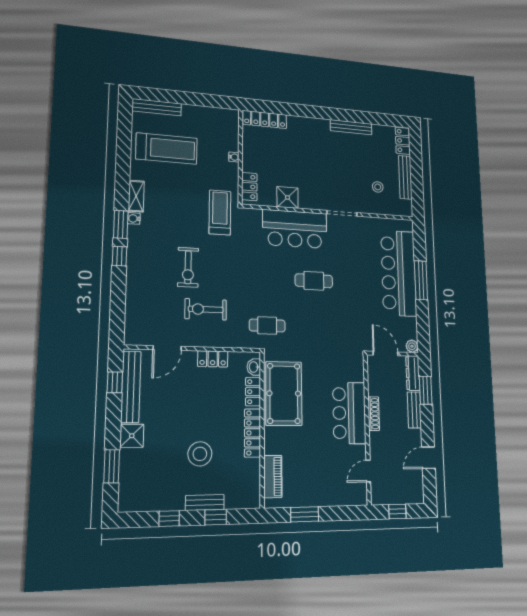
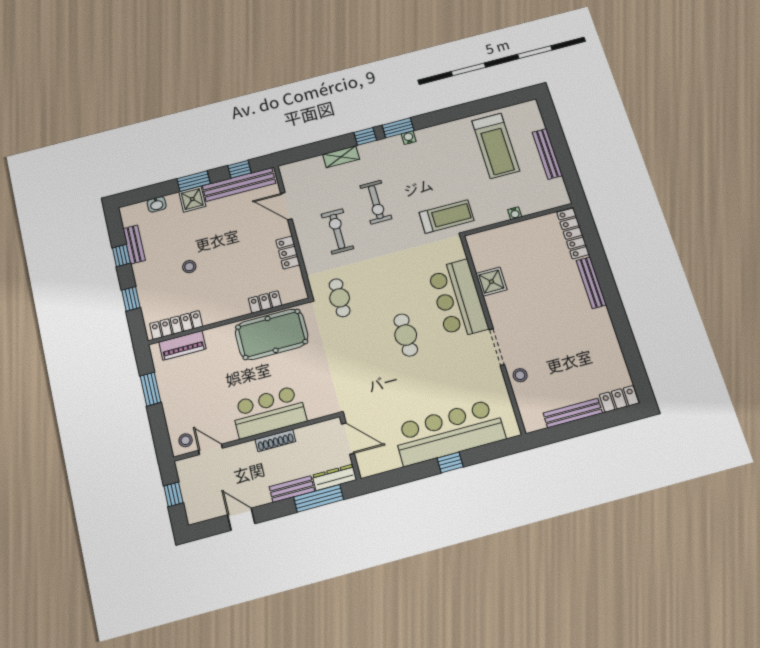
bench: (157, 107) -> (547, 154), moved
bench: (351, 127) -> (591, 283), moved
locker: (249, 187) -> (487, 238), removed
stool: (378, 187) -> (520, 375), moved
shelving: (136, 196) -> (341, 157), moved
exercise bike: (188, 267) -> (376, 202), turned -90
window: (421, 280) -> (450, 463), width x0.46
plant: (412, 346) -> (366, 469), removed
door: (386, 354) -> (348, 439), hinge flipped
washbasin: (254, 367) -> (157, 204), moved, turned 180
window: (426, 390) -> (319, 498), width x1.44
locker: (253, 433) -> (176, 325), moved
stool: (200, 454) -> (189, 267), width x0.53, depth x0.53
window: (112, 466) -> (194, 181), moved
stool: (356, 491) -> (186, 440), added
bench: (205, 502) -> (134, 244), moved

